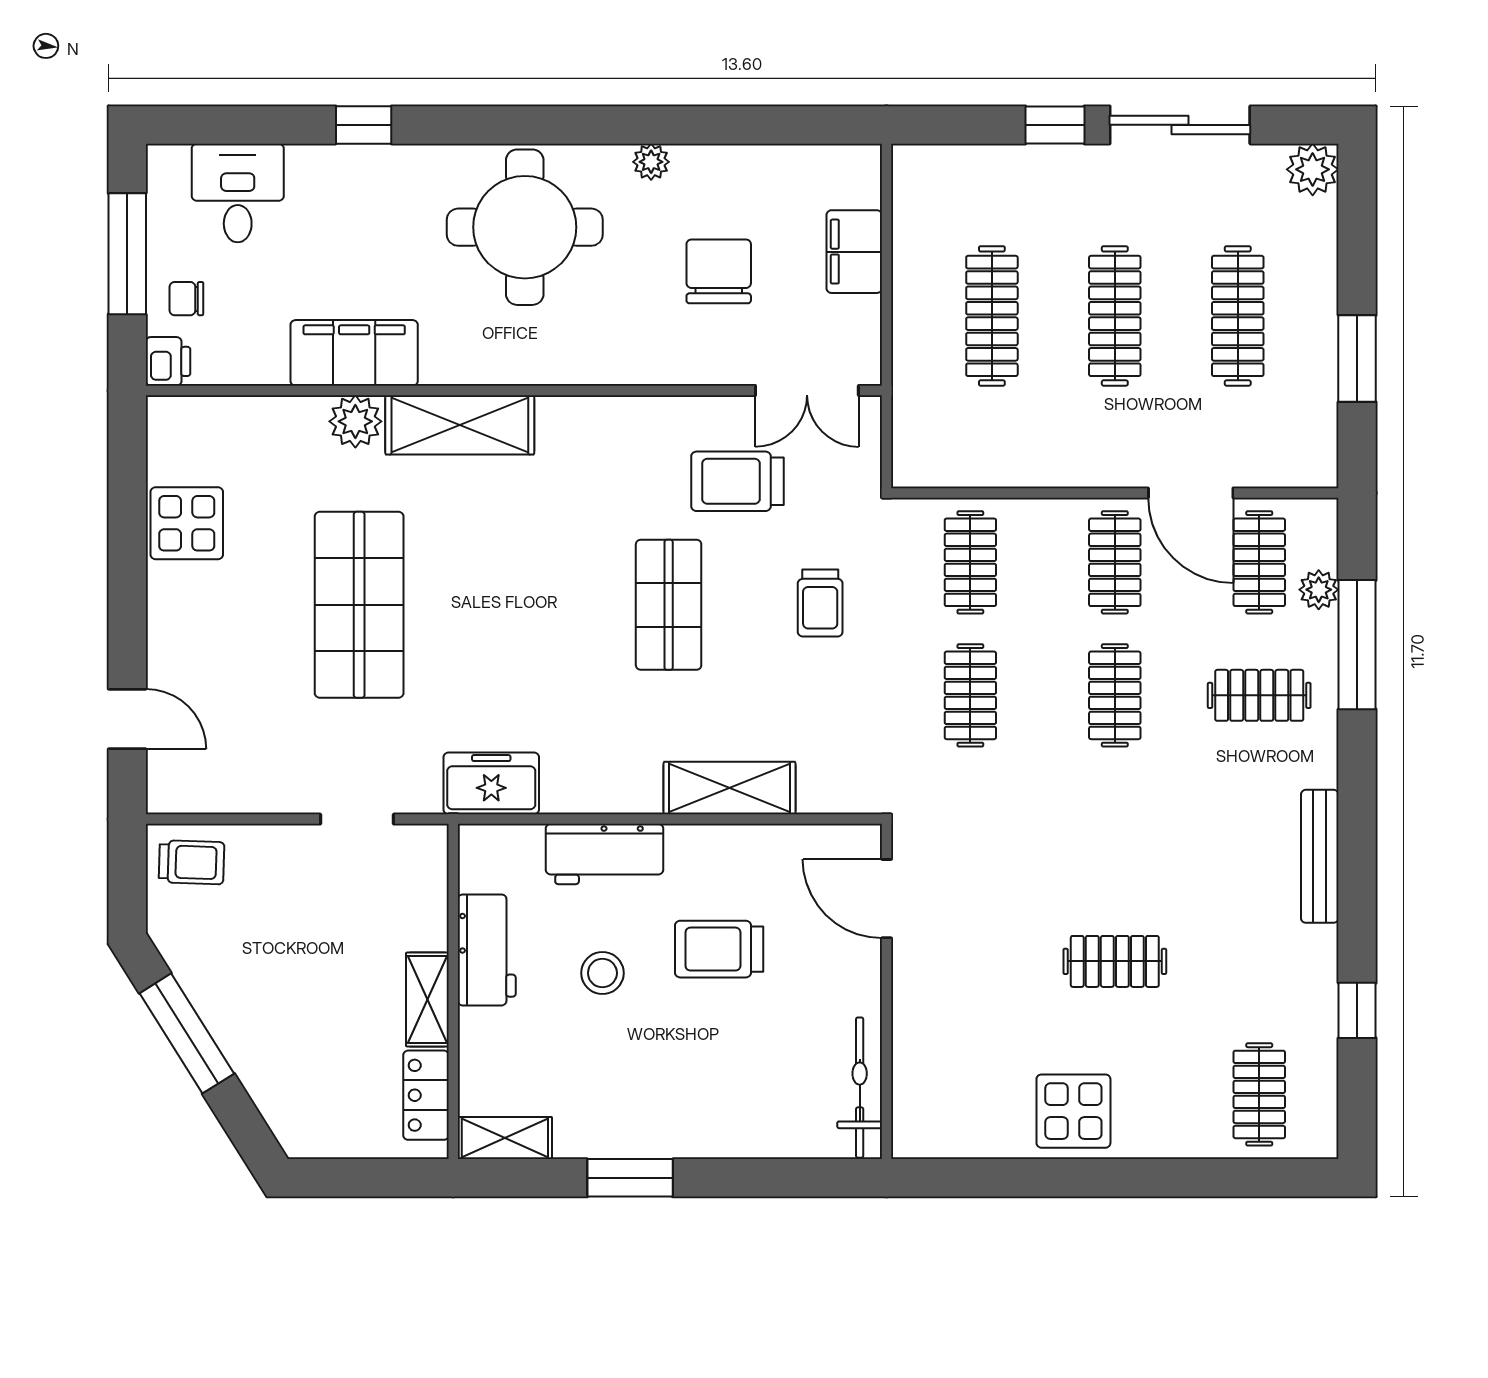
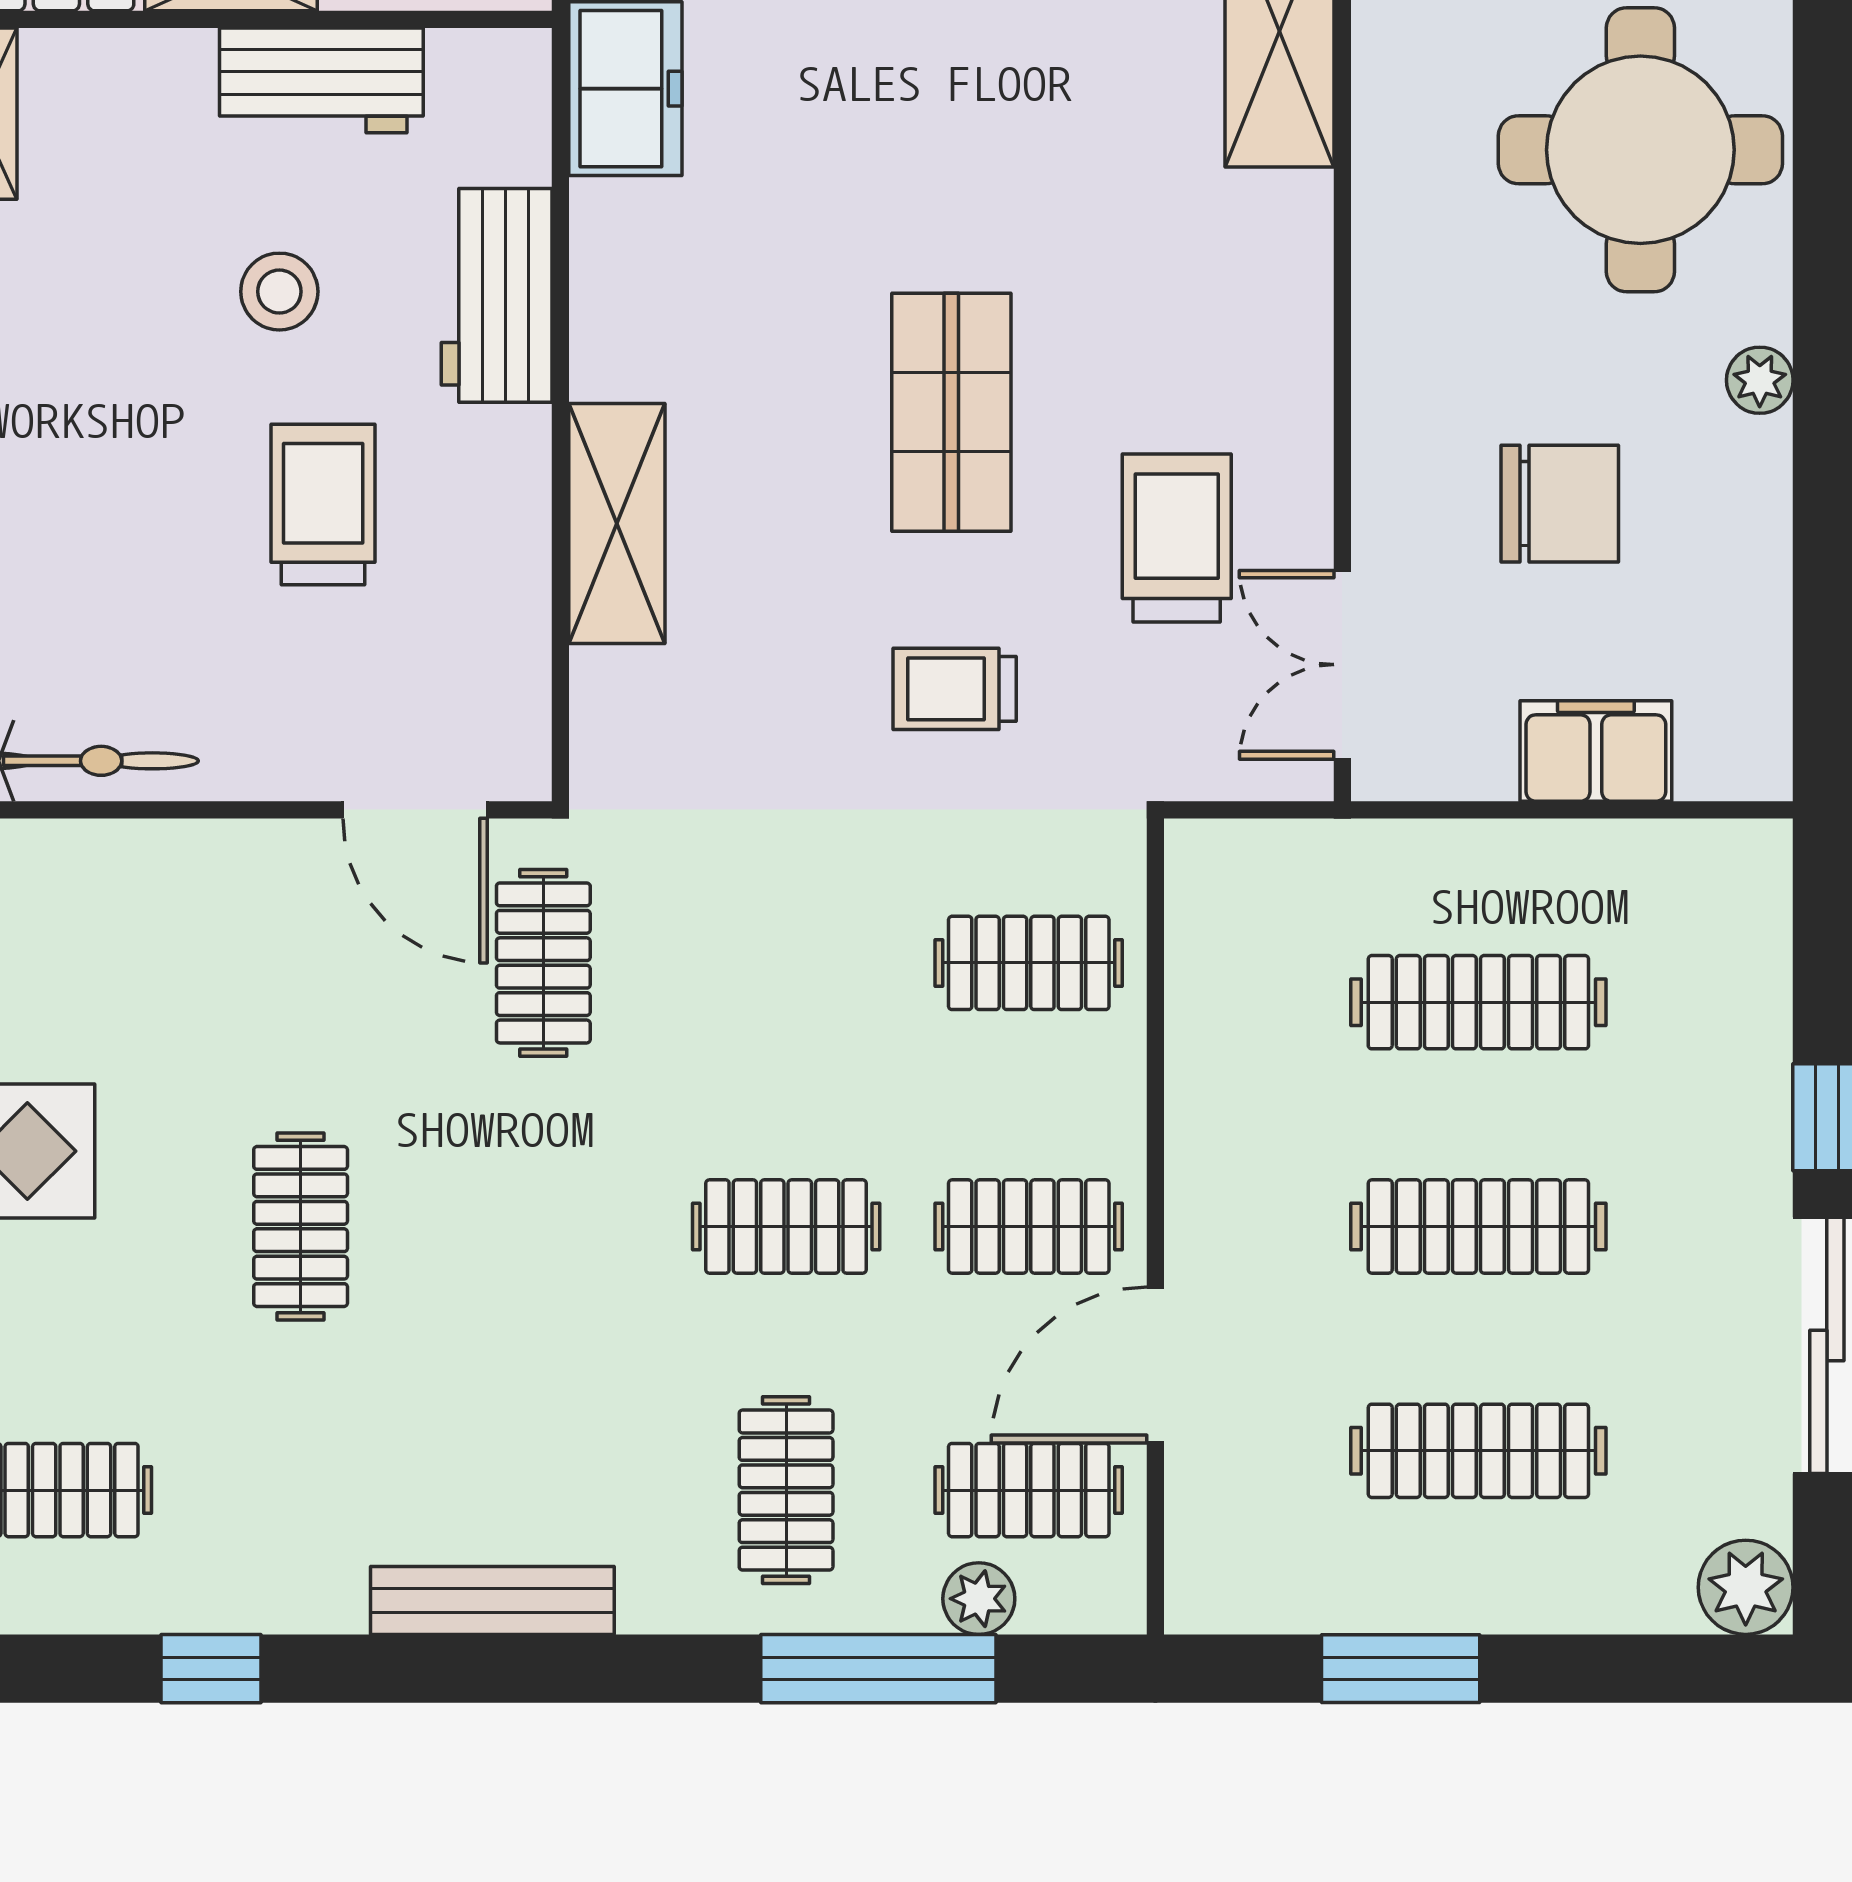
shop shelf: (669, 605) -> (951, 412), turned 90
clothes rail: (970, 695) -> (543, 963), moved, turned 90
door: (887, 899) -> (415, 810), swing flipped

